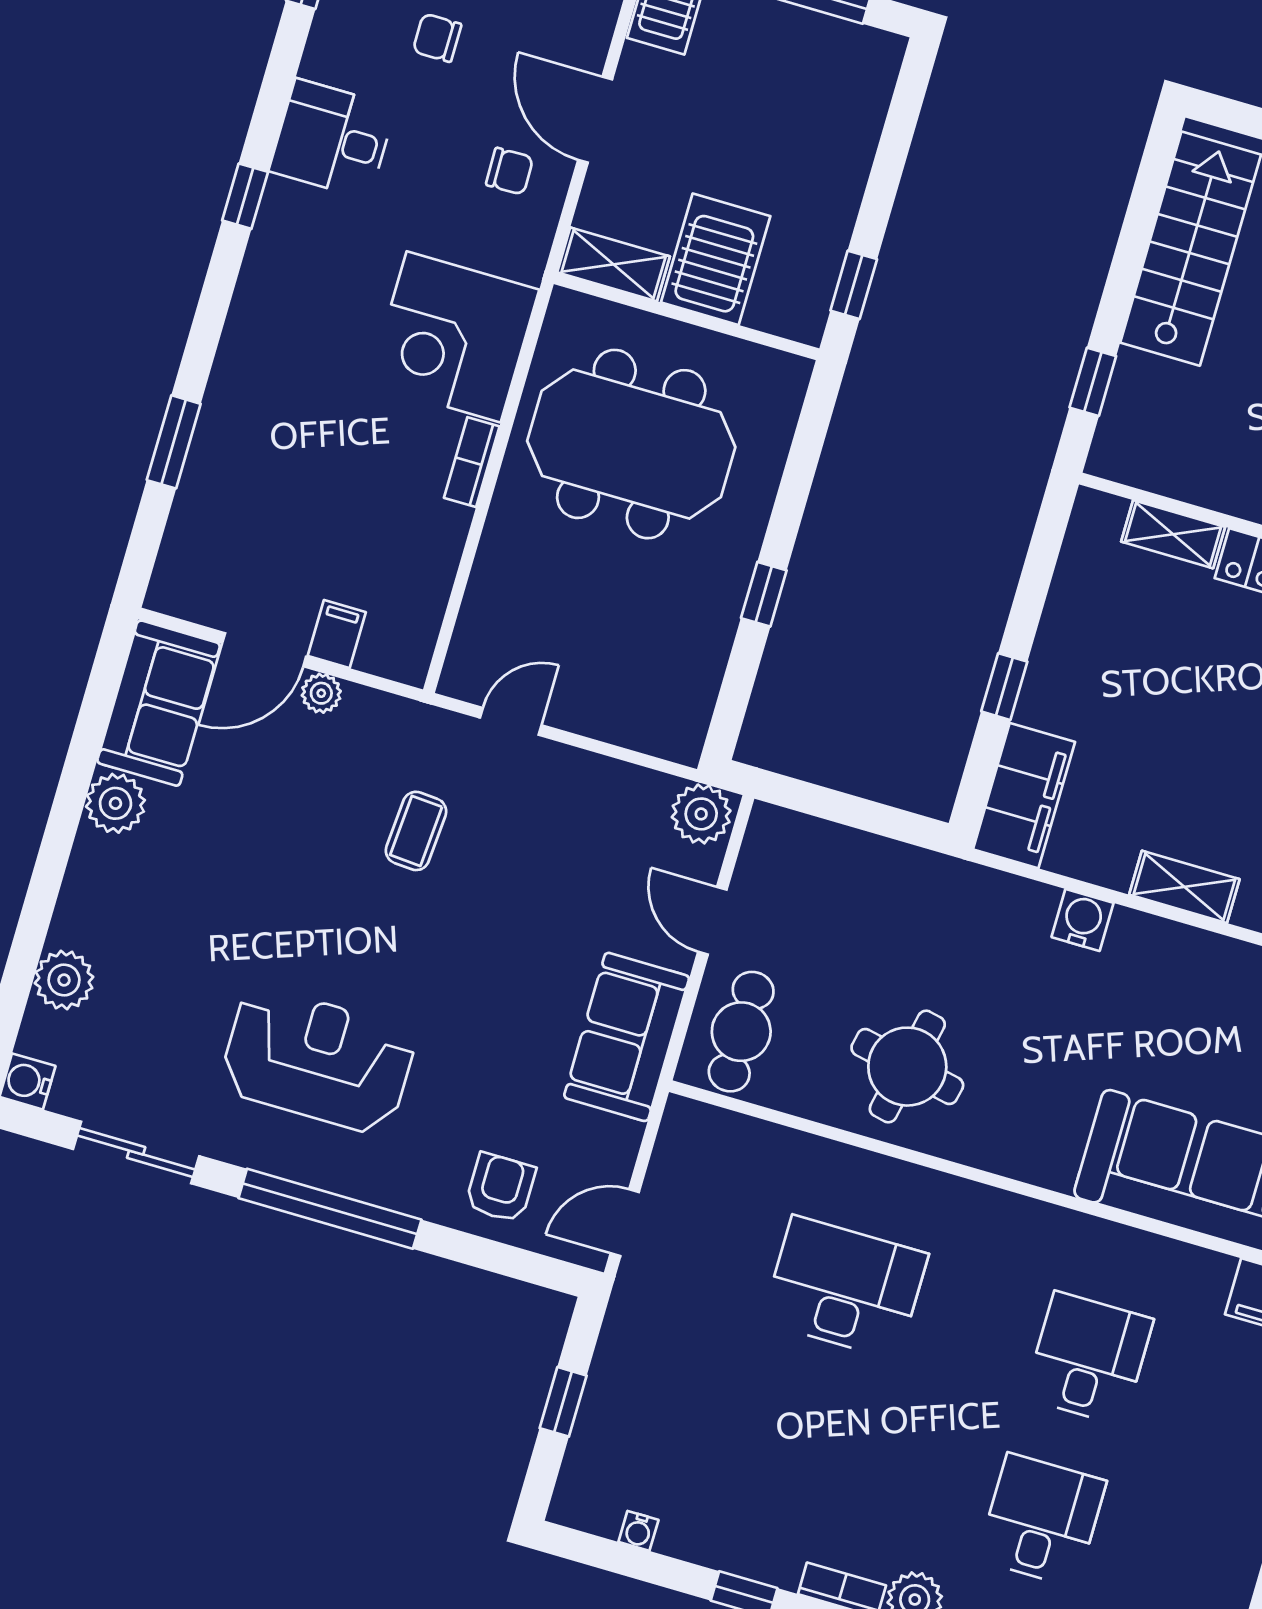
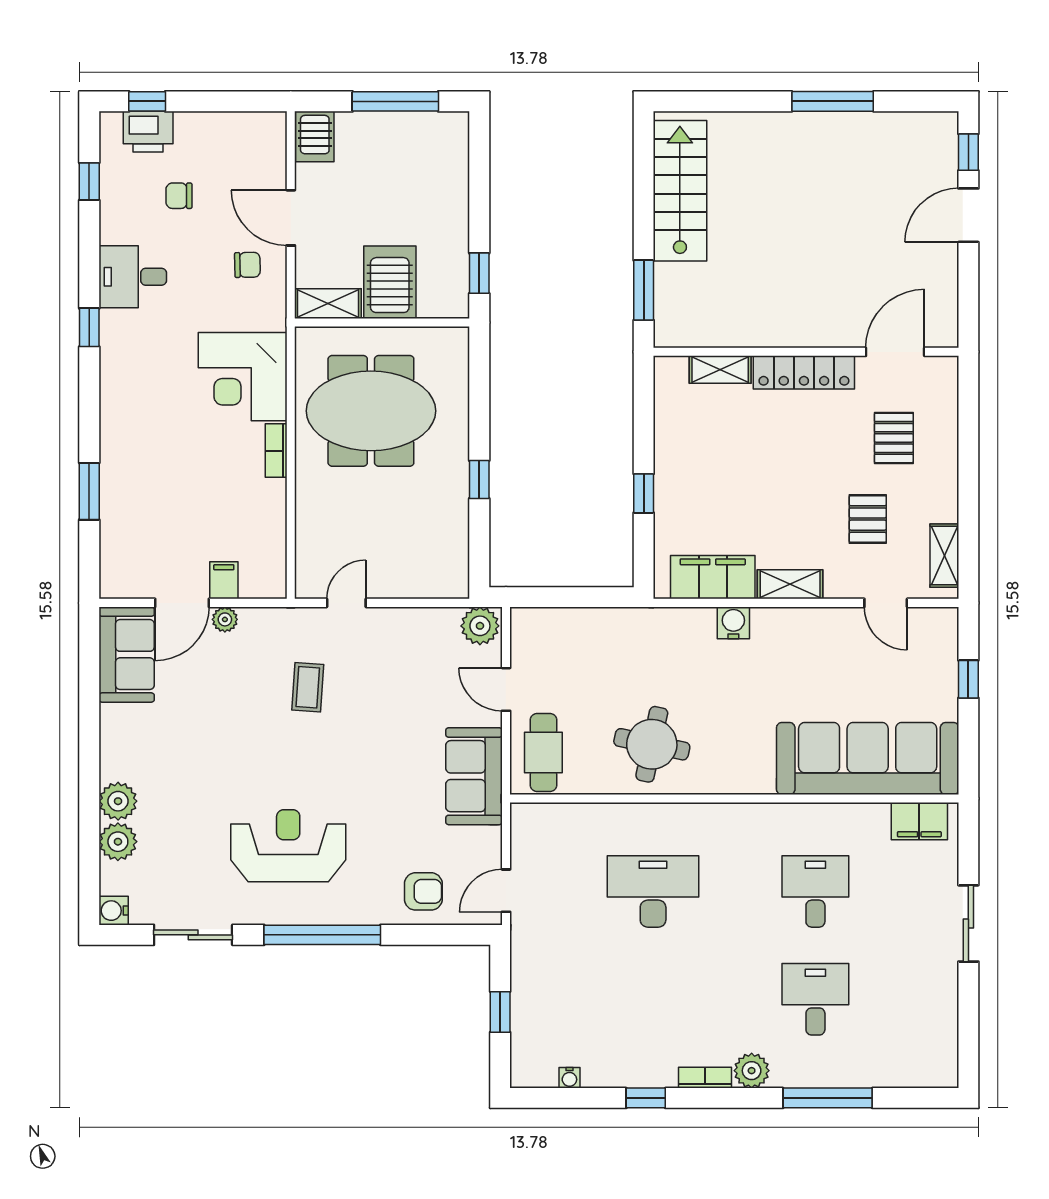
window: (1093, 382) -> (644, 290), width x1.50
filing cabinet: (1024, 796) -> (713, 577), moved, turned -90
plant: (115, 803) -> (118, 801), moved
armchair: (500, 1188) -> (423, 891), turned 90

